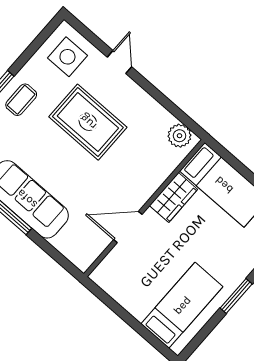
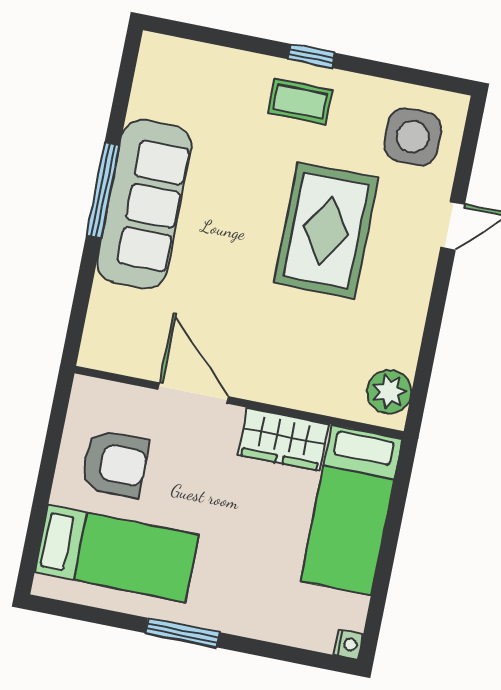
armchair: (140, 282) -> (115, 464), added

